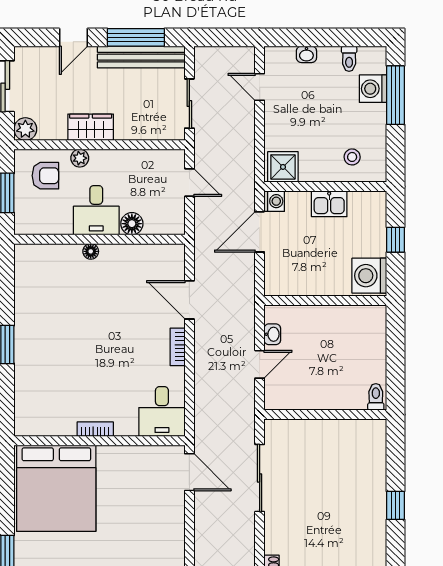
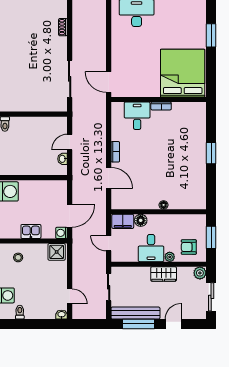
washbasin: (306, 54) -> (62, 315), moved
desk: (96, 210) -> (151, 248), moved, turned 180
filing cabinet: (164, 222) -> (123, 221), added
desk: (162, 412) -> (137, 116), moved

